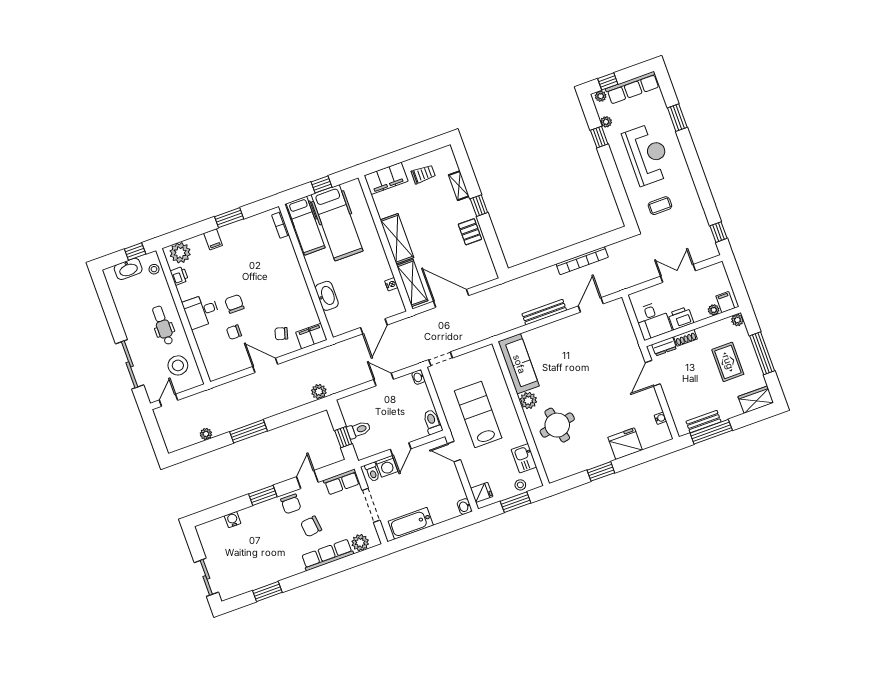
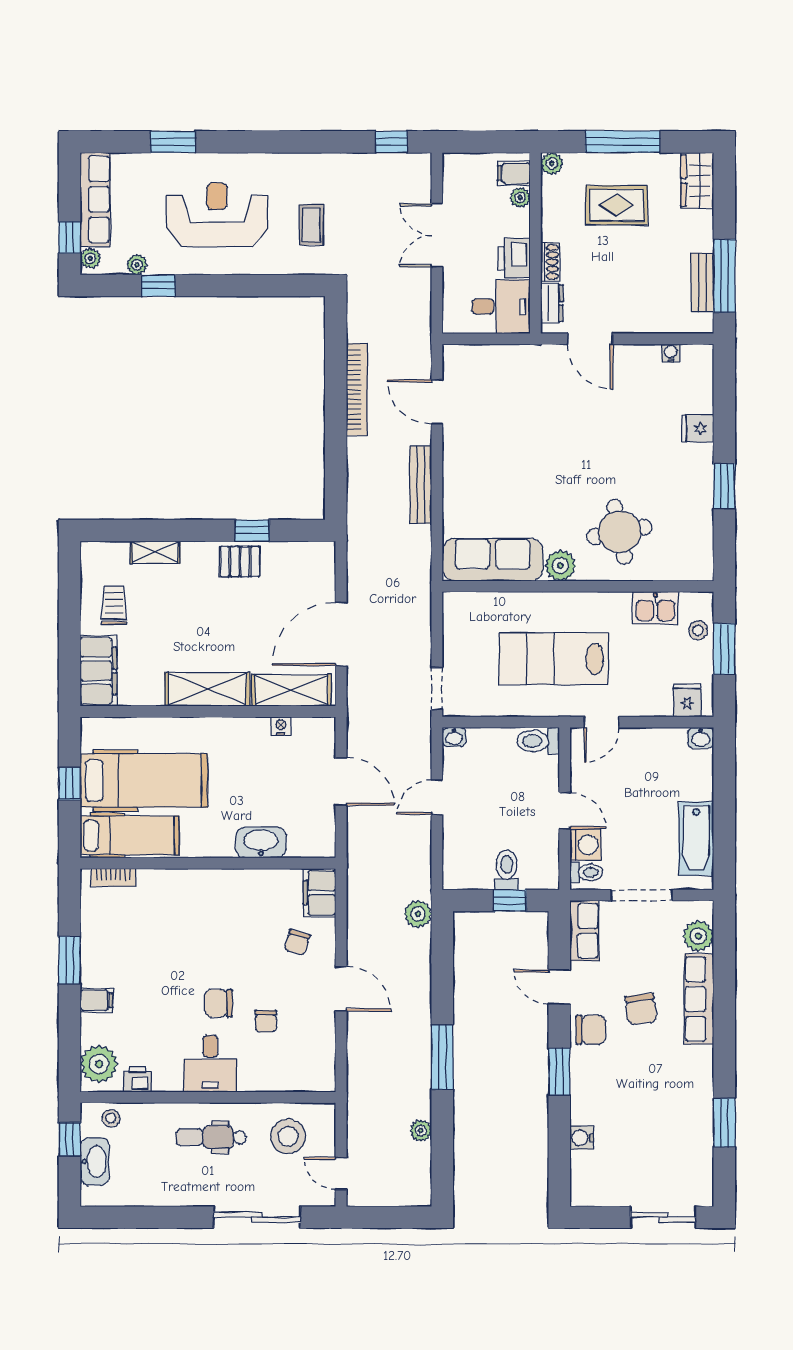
window: (479, 206) -> (252, 530), moved
door: (265, 365) -> (341, 989), swing flipped
fridge: (625, 444) -> (698, 428), width x0.53, depth x0.75

